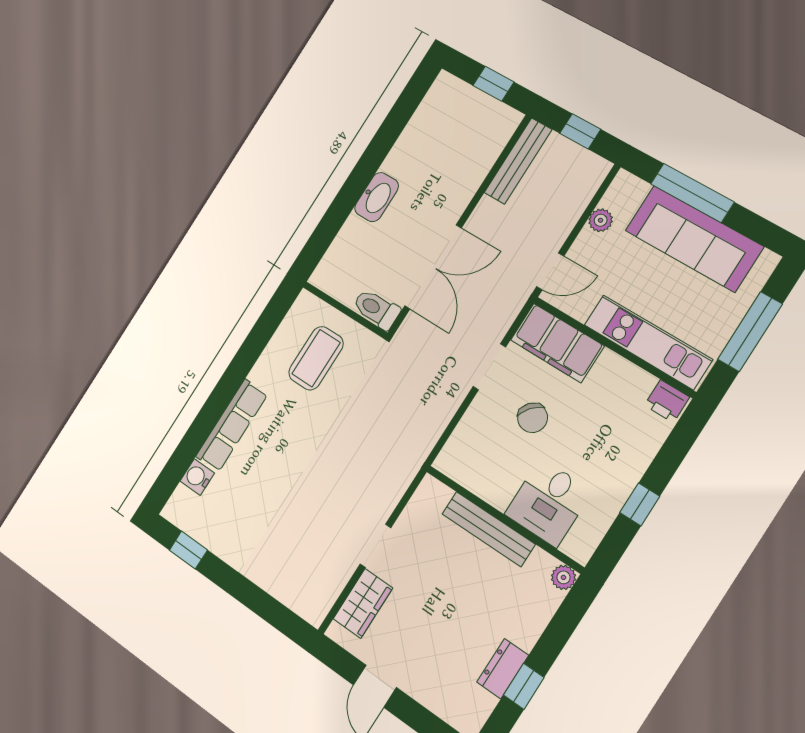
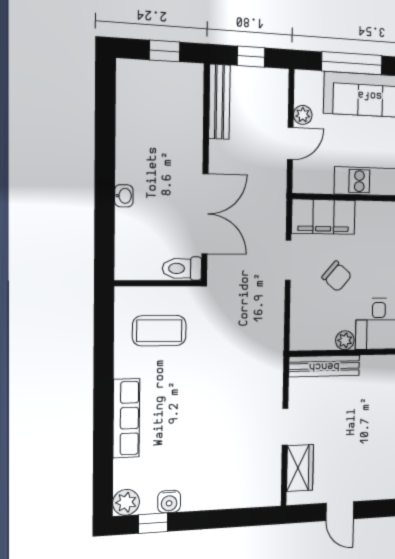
washbasin: (377, 197) -> (124, 196), width x0.52, depth x0.69
door: (550, 271) -> (290, 143), moved
coffee table: (316, 358) -> (159, 331), turned 90
water cooler: (197, 477) -> (169, 502), moved, turned -90
plant: (498, 495) -> (345, 340), added
plant: (179, 510) -> (126, 502), added
bench: (488, 529) -> (324, 366), moved

